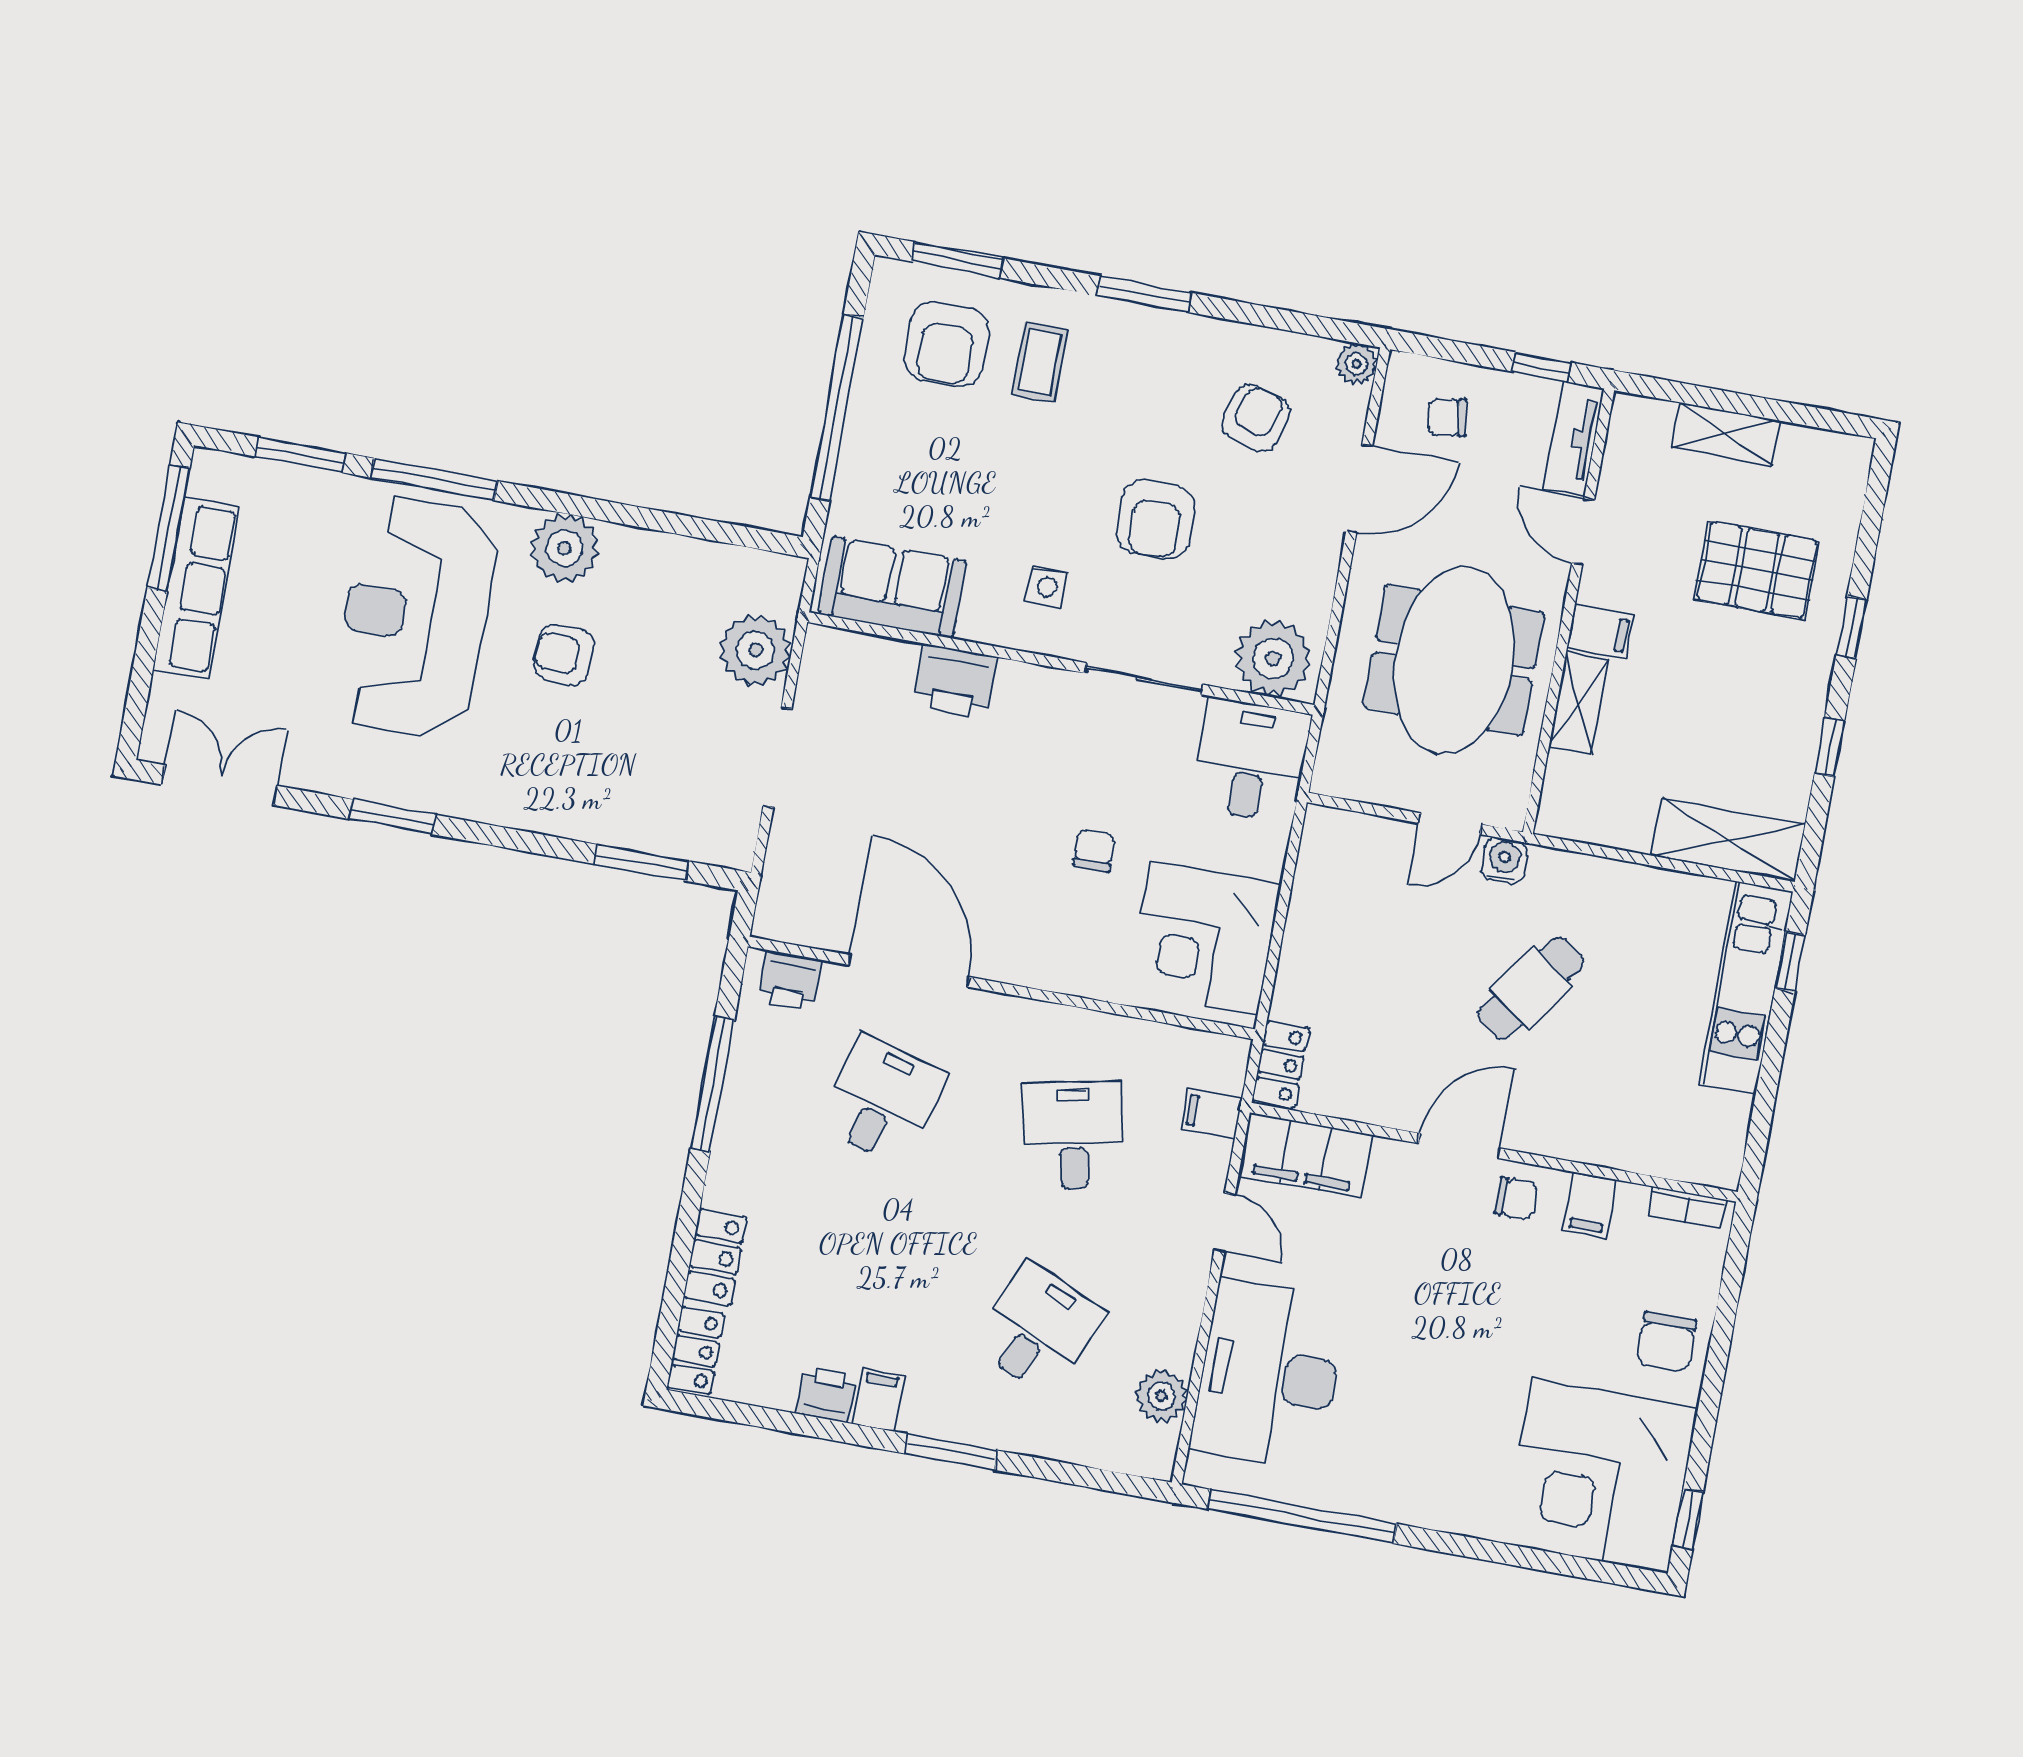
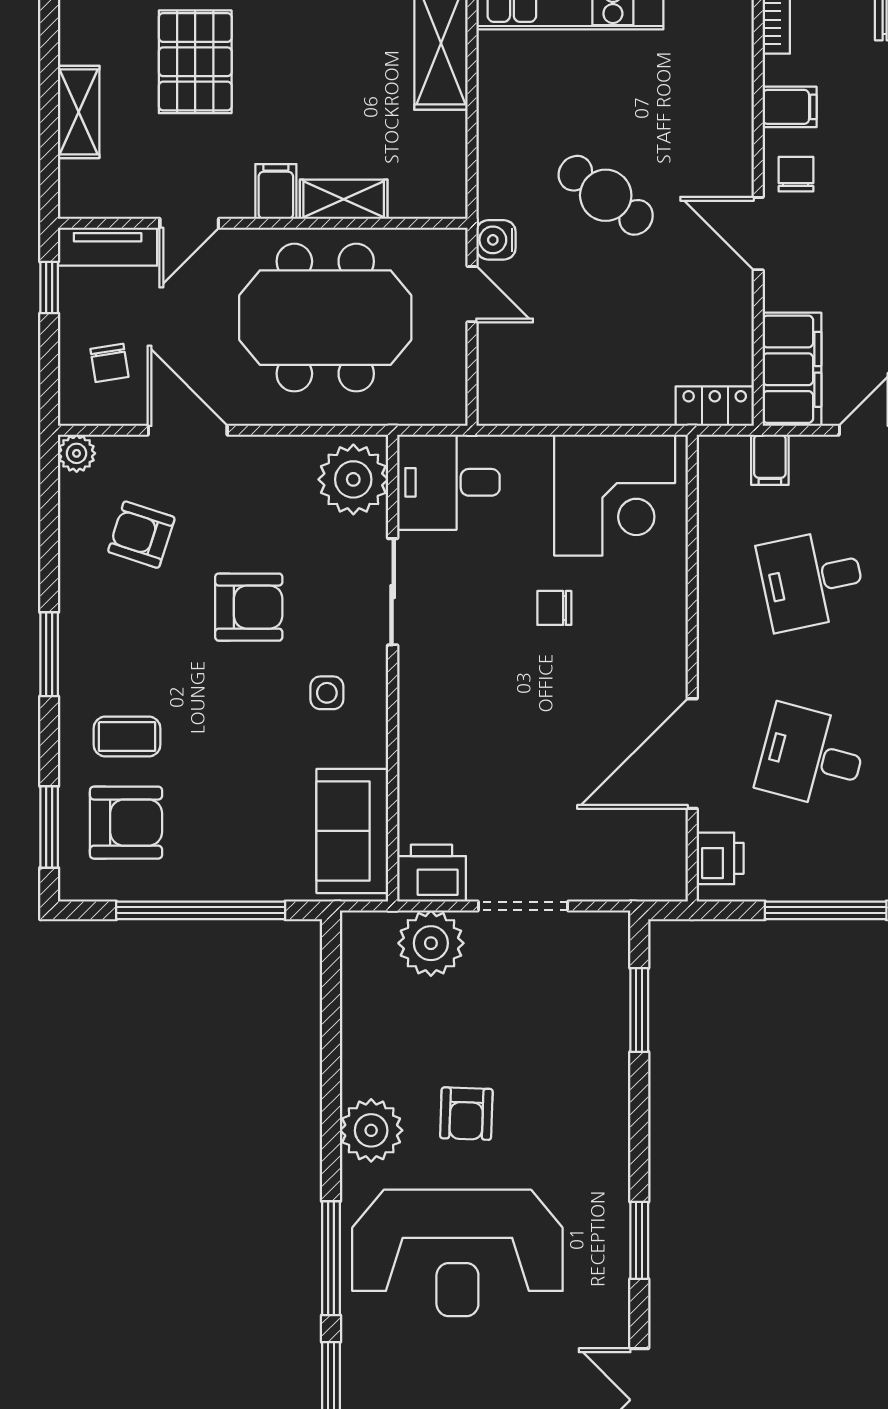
printer: (955, 681) -> (431, 873), moved, turned -90

